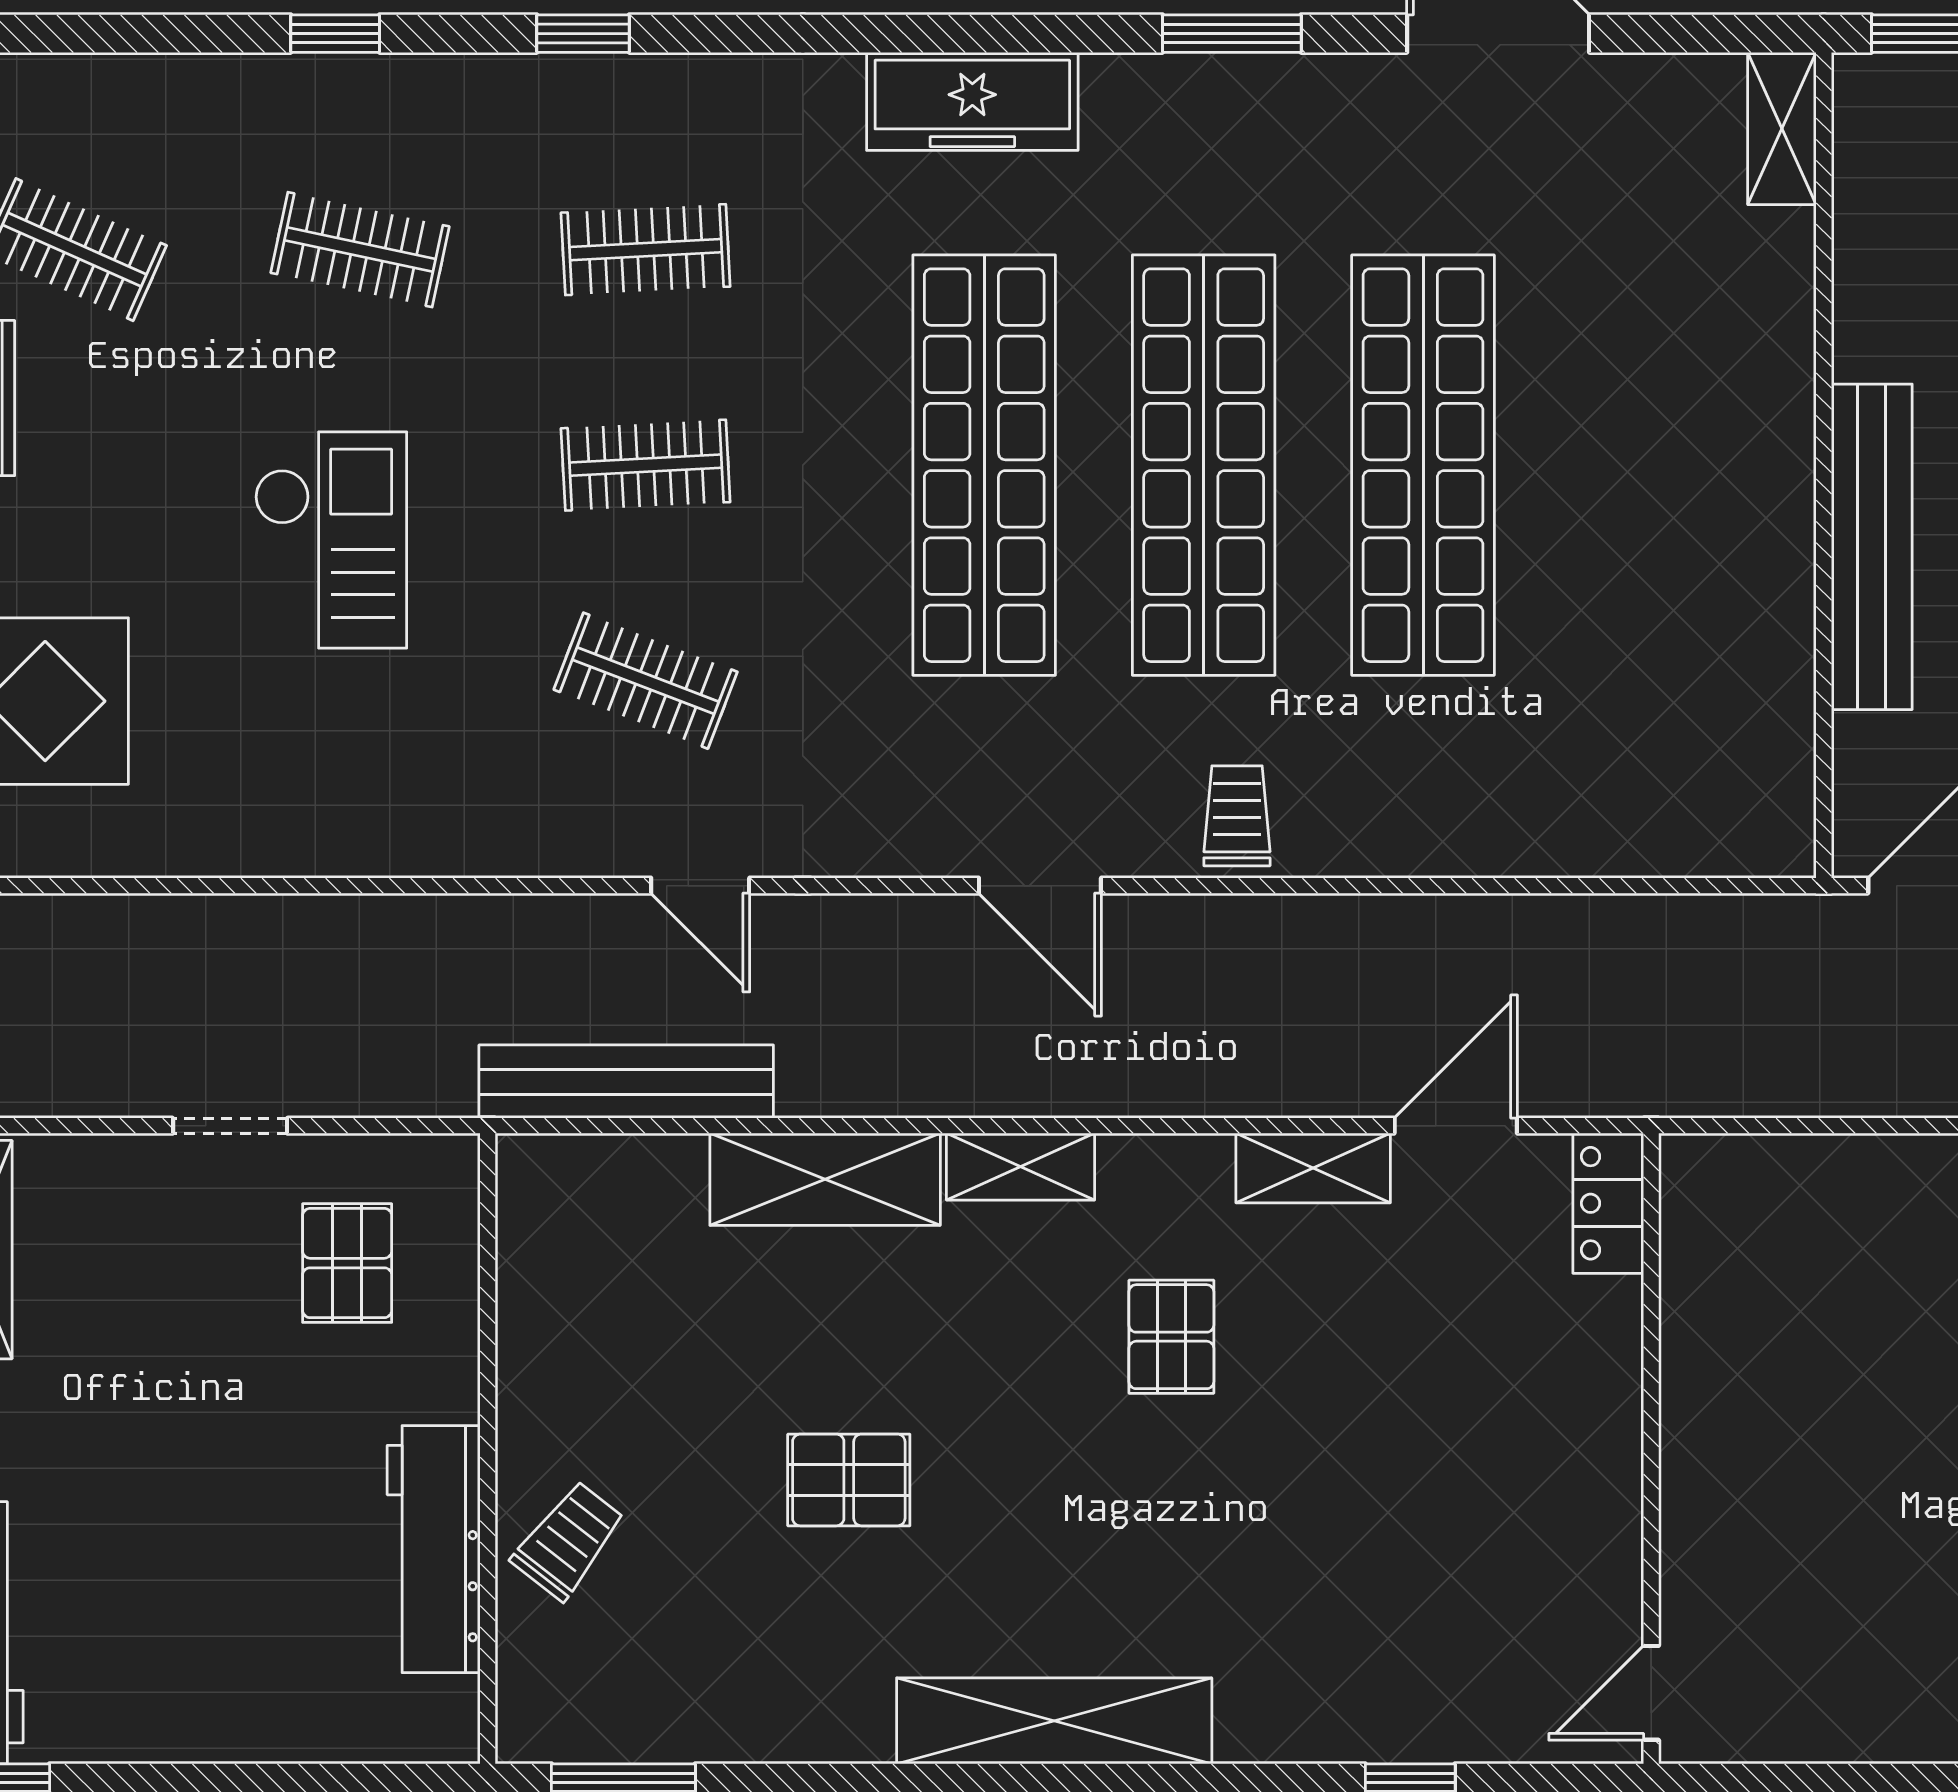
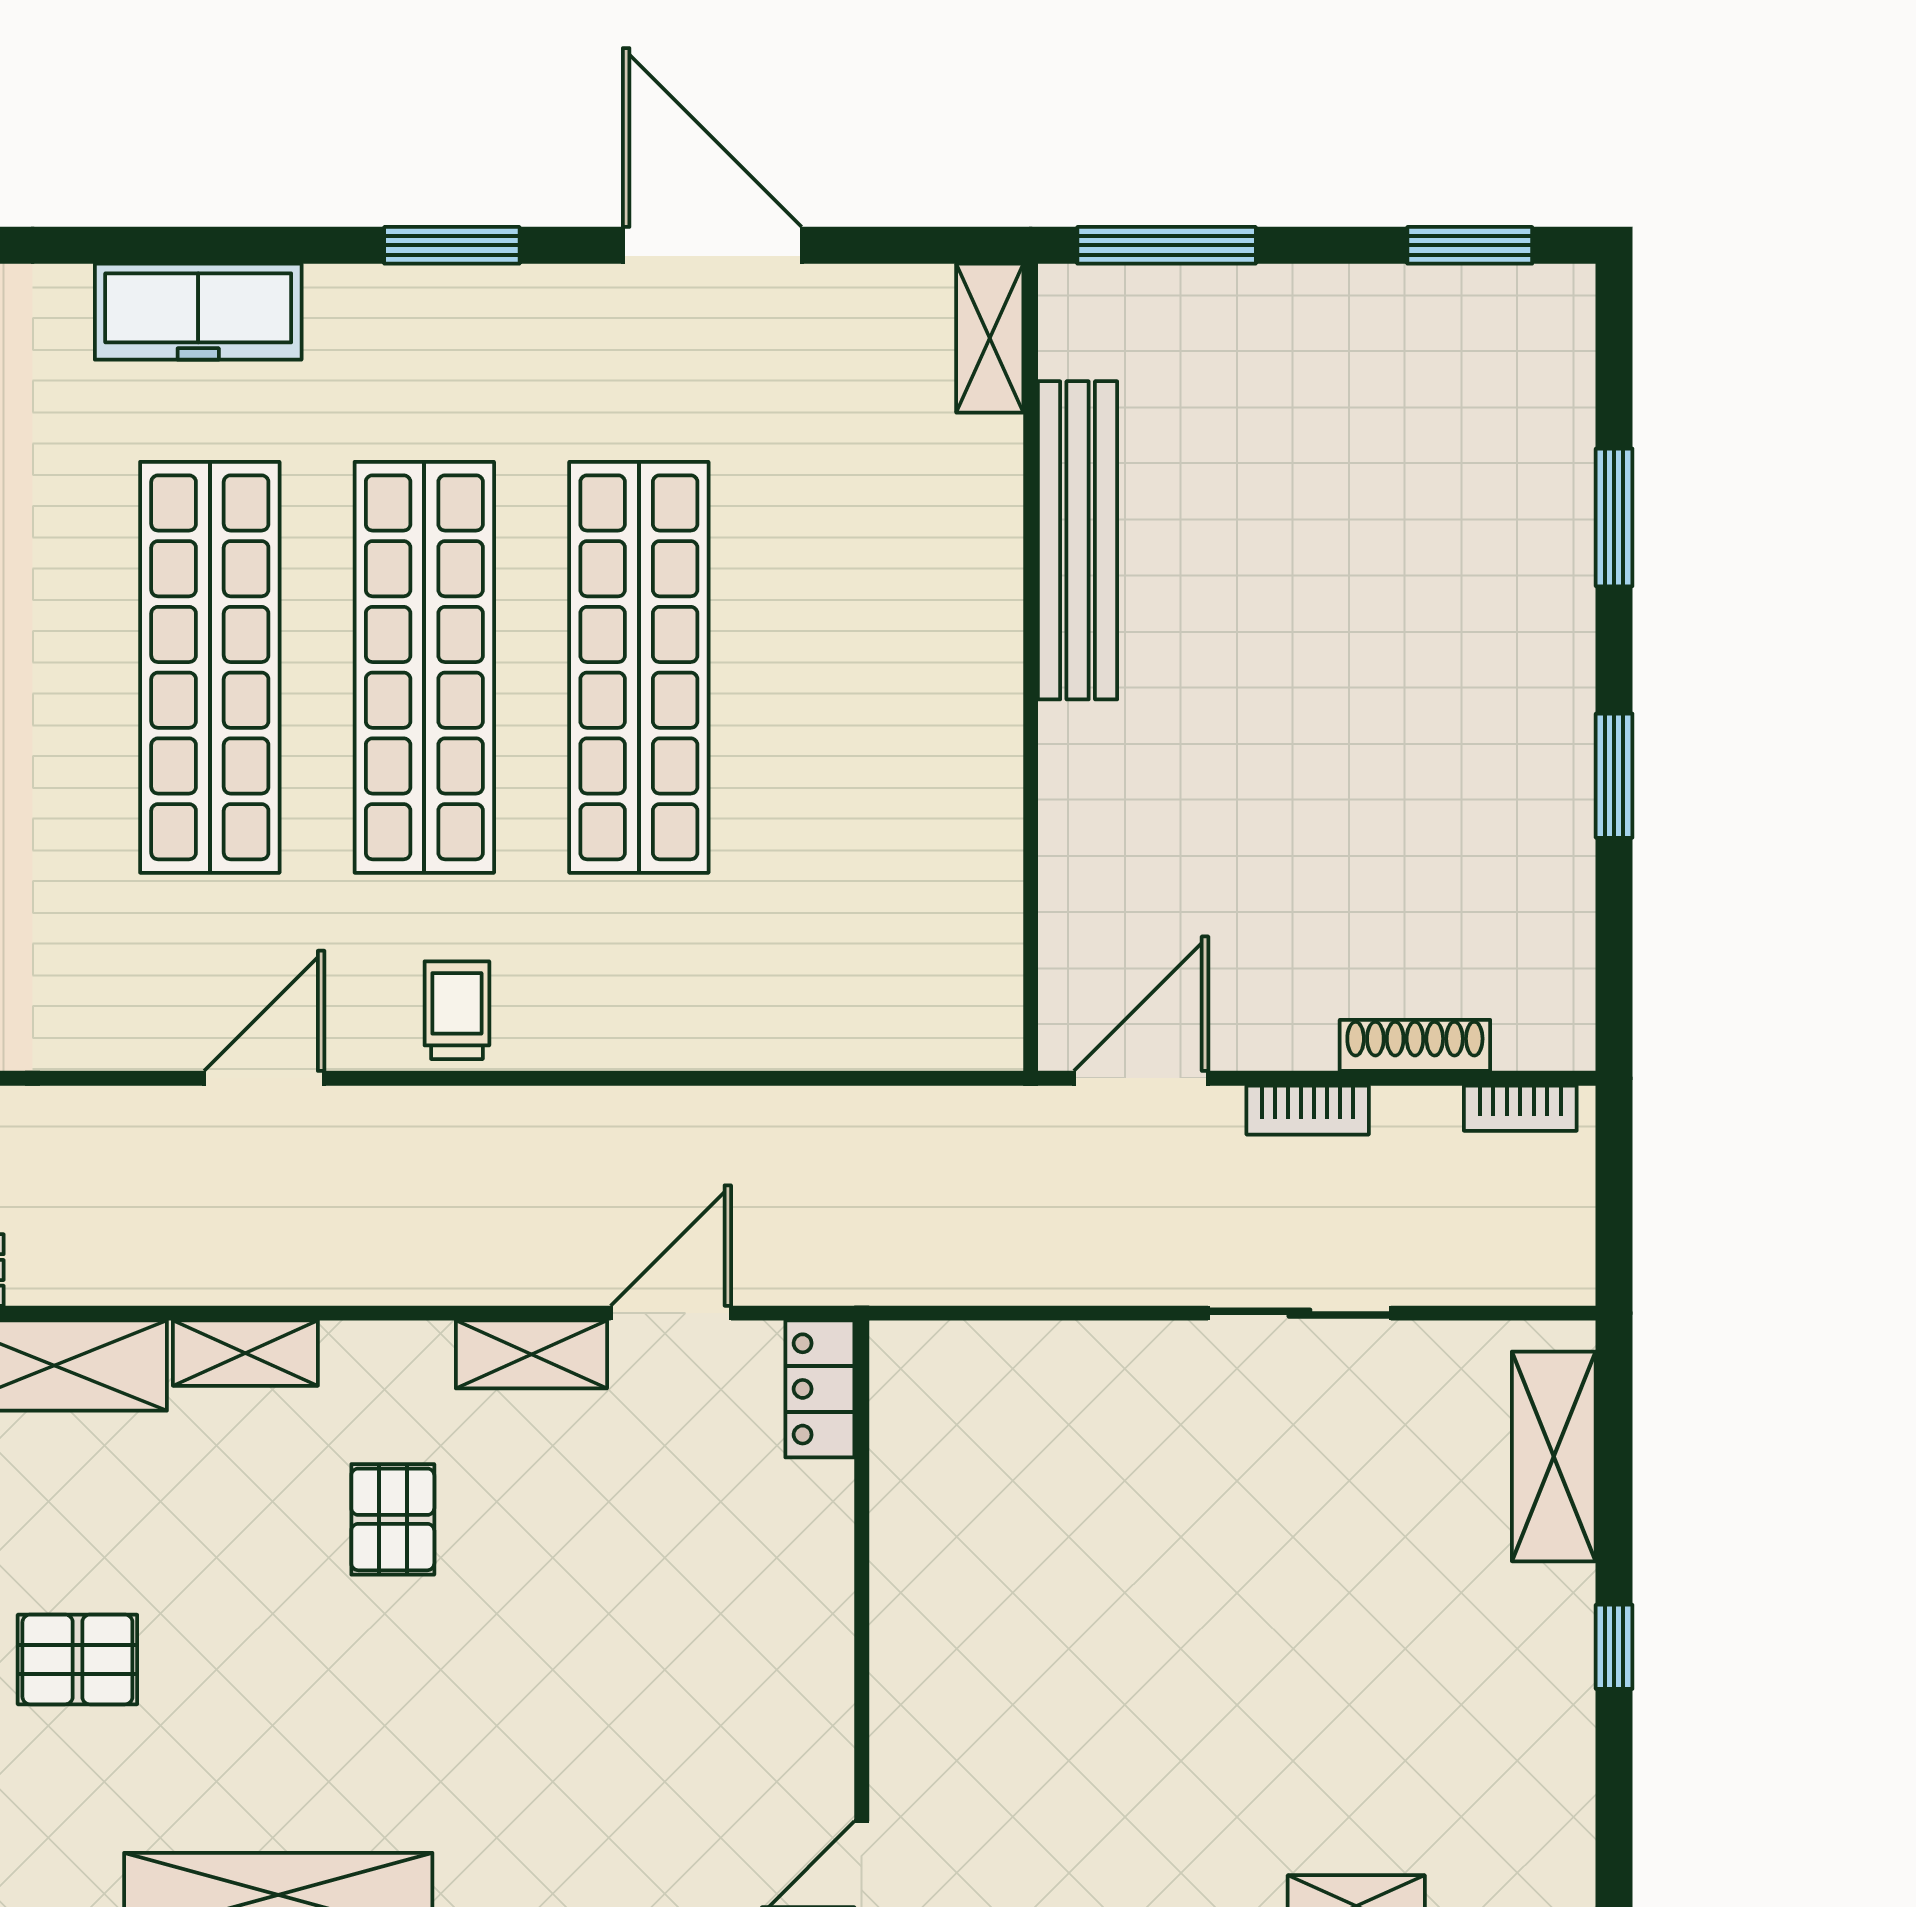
bench: (1872, 547) -> (1078, 540), moved
door: (1040, 886) -> (264, 1078), swing flipped

